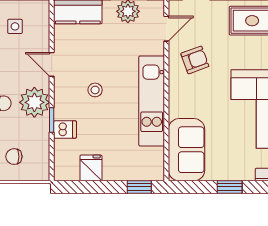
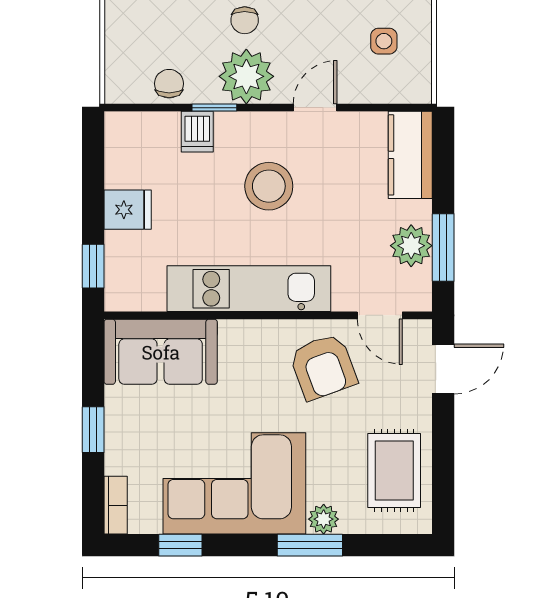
armchair: (195, 60) -> (323, 367), width x1.38, depth x1.38
stool: (95, 90) -> (269, 186), width x1.89, depth x1.89
chair: (14, 157) -> (169, 84), moved
fridge: (91, 168) -> (128, 210), moved

